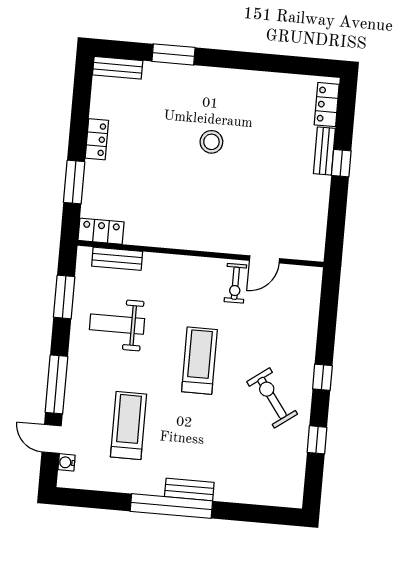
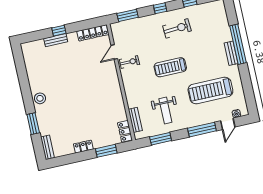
locker: (327, 105) -> (93, 33), moved, width x1.53
stool: (211, 142) -> (40, 98), moved
door: (264, 259) -> (114, 52), swing flipped
window: (328, 308) -> (128, 15), added
exercise bike: (272, 398) -> (177, 28), turned -148
treadmill: (128, 425) -> (210, 91), width x1.37, depth x1.38
window: (171, 506) -> (238, 44), moved

